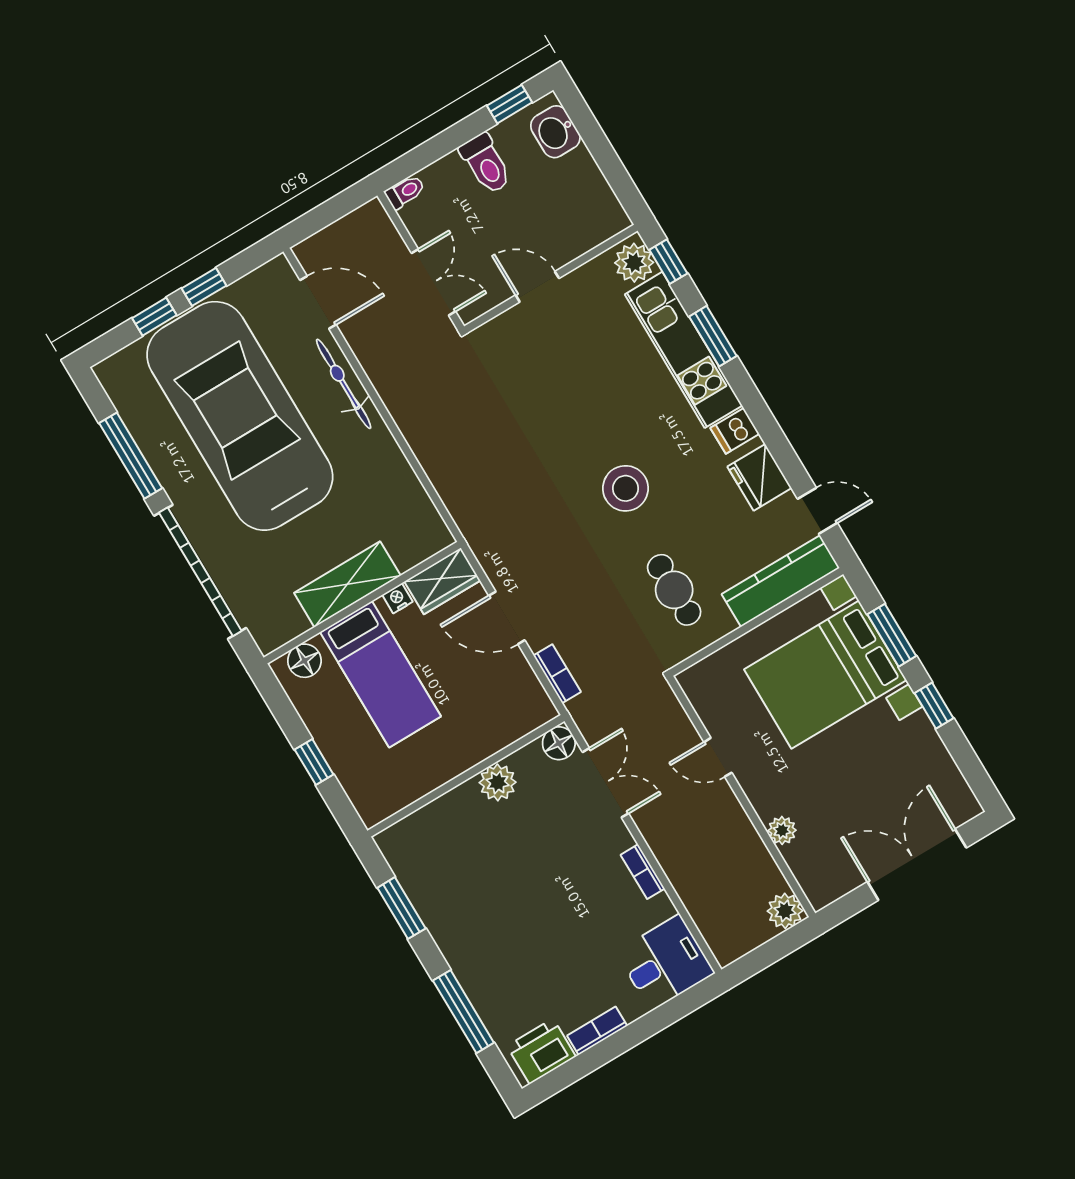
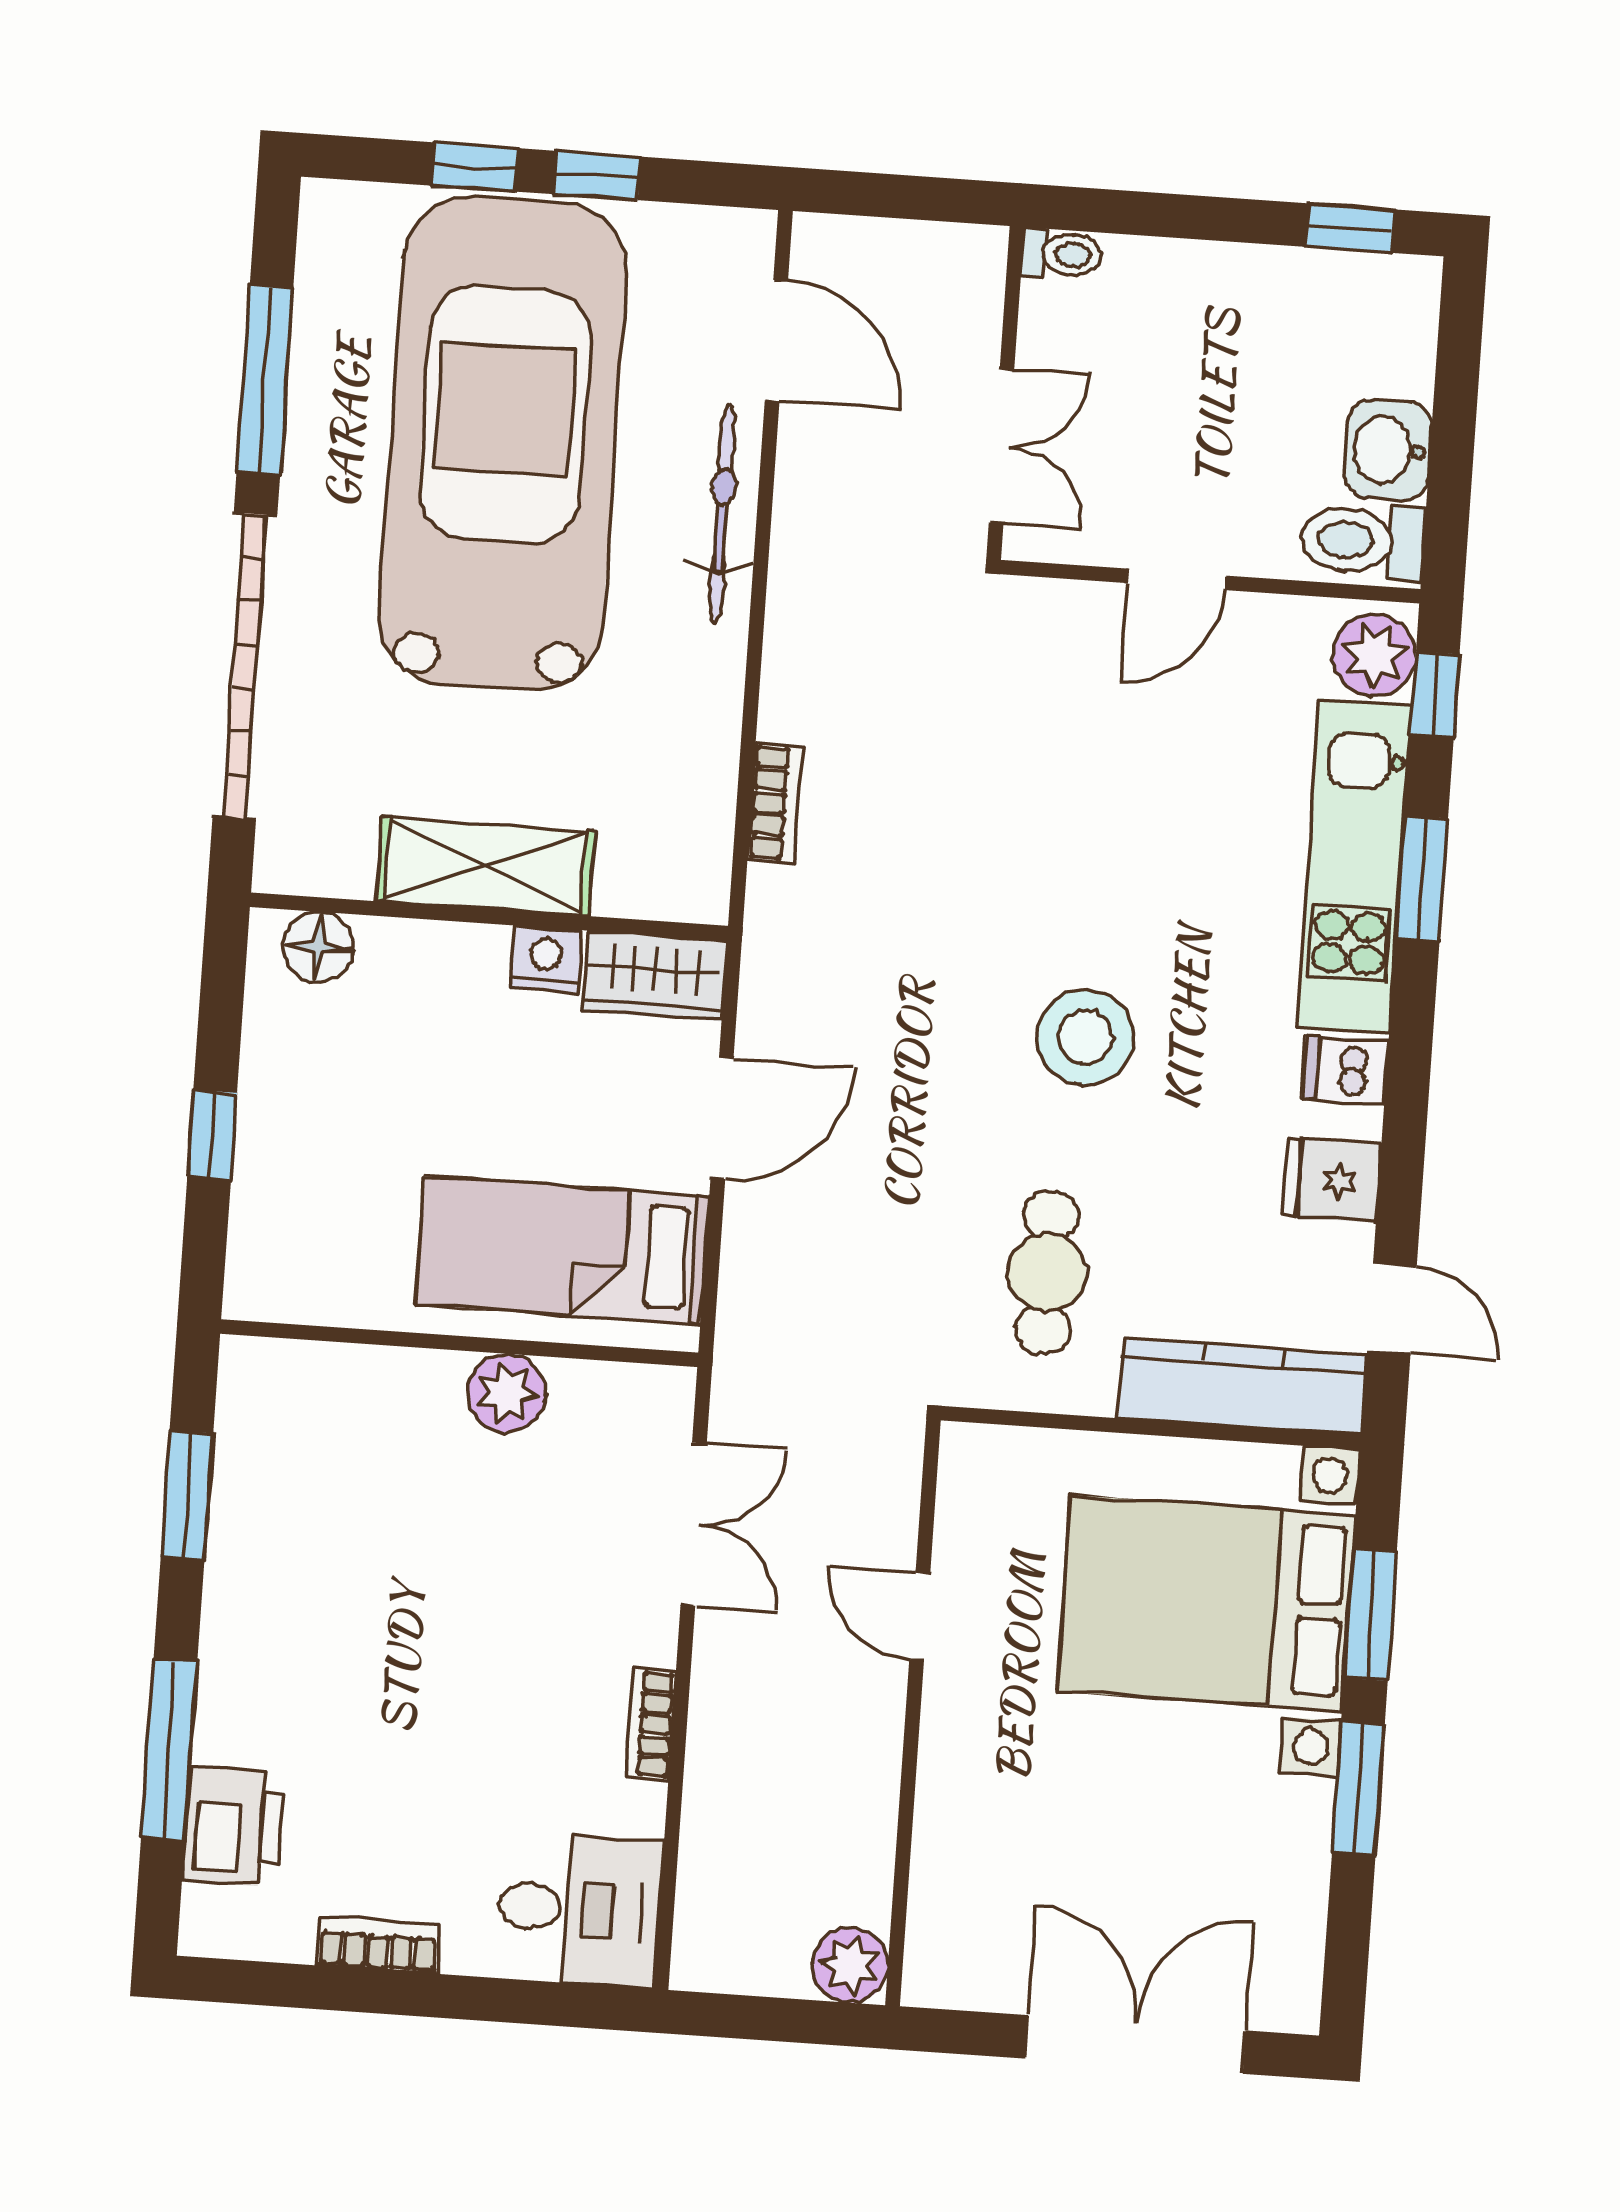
washbasin: (555, 132) -> (1388, 450), moved
toilet: (486, 164) -> (1363, 541), moved, turned 90
door: (537, 287) -> (1177, 579), swing flipped
fridge: (759, 477) -> (1332, 1180), width x0.72
nightstand: (398, 598) -> (546, 959), width x1.39, depth x1.35
door: (507, 618) -> (722, 1118), swing flipped
bed: (381, 674) -> (562, 1250), moved, turned 90
bookcase: (557, 674) -> (775, 803), moved
window: (934, 706) -> (1358, 1789), width x1.50
floor lamp: (559, 743) -> (660, 1399), removed
plant: (782, 830) -> (943, 1821), removed
printer: (541, 1051) -> (233, 1827), moved, turned 90

